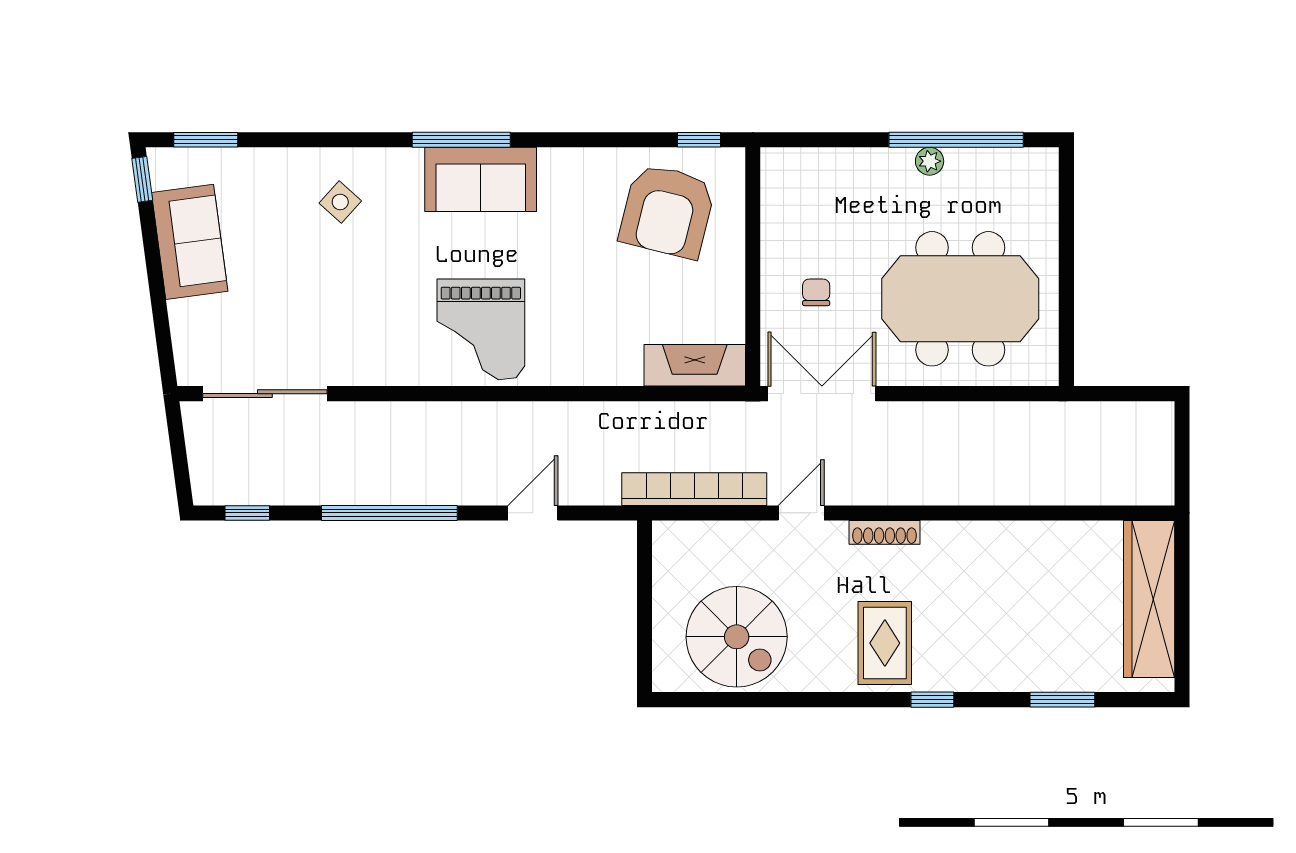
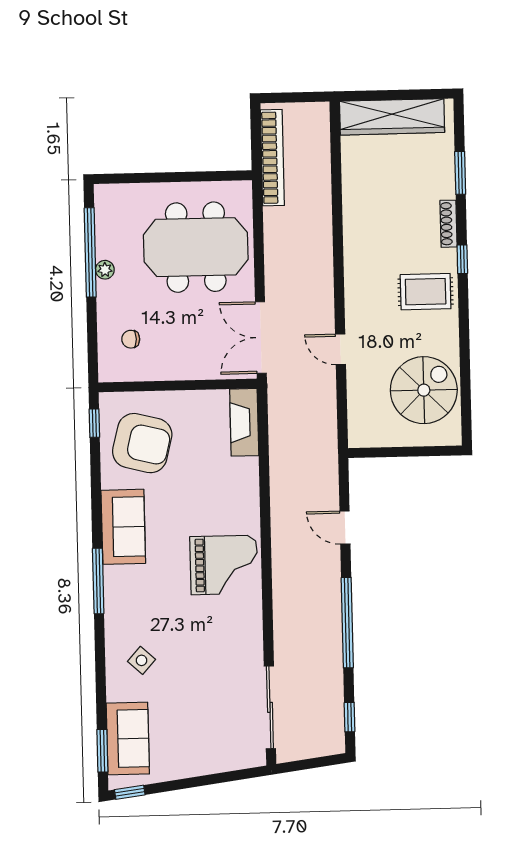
sofa: (481, 179) -> (123, 527), moved
sofa: (190, 242) -> (128, 739), moved, turned 98
chair: (816, 292) -> (131, 339), moved
meeting table: (960, 299) -> (196, 247), turned 90
bookcase: (694, 489) -> (272, 158), moved, turned 180
shoe rack: (884, 532) -> (449, 224), moved, turned 180

